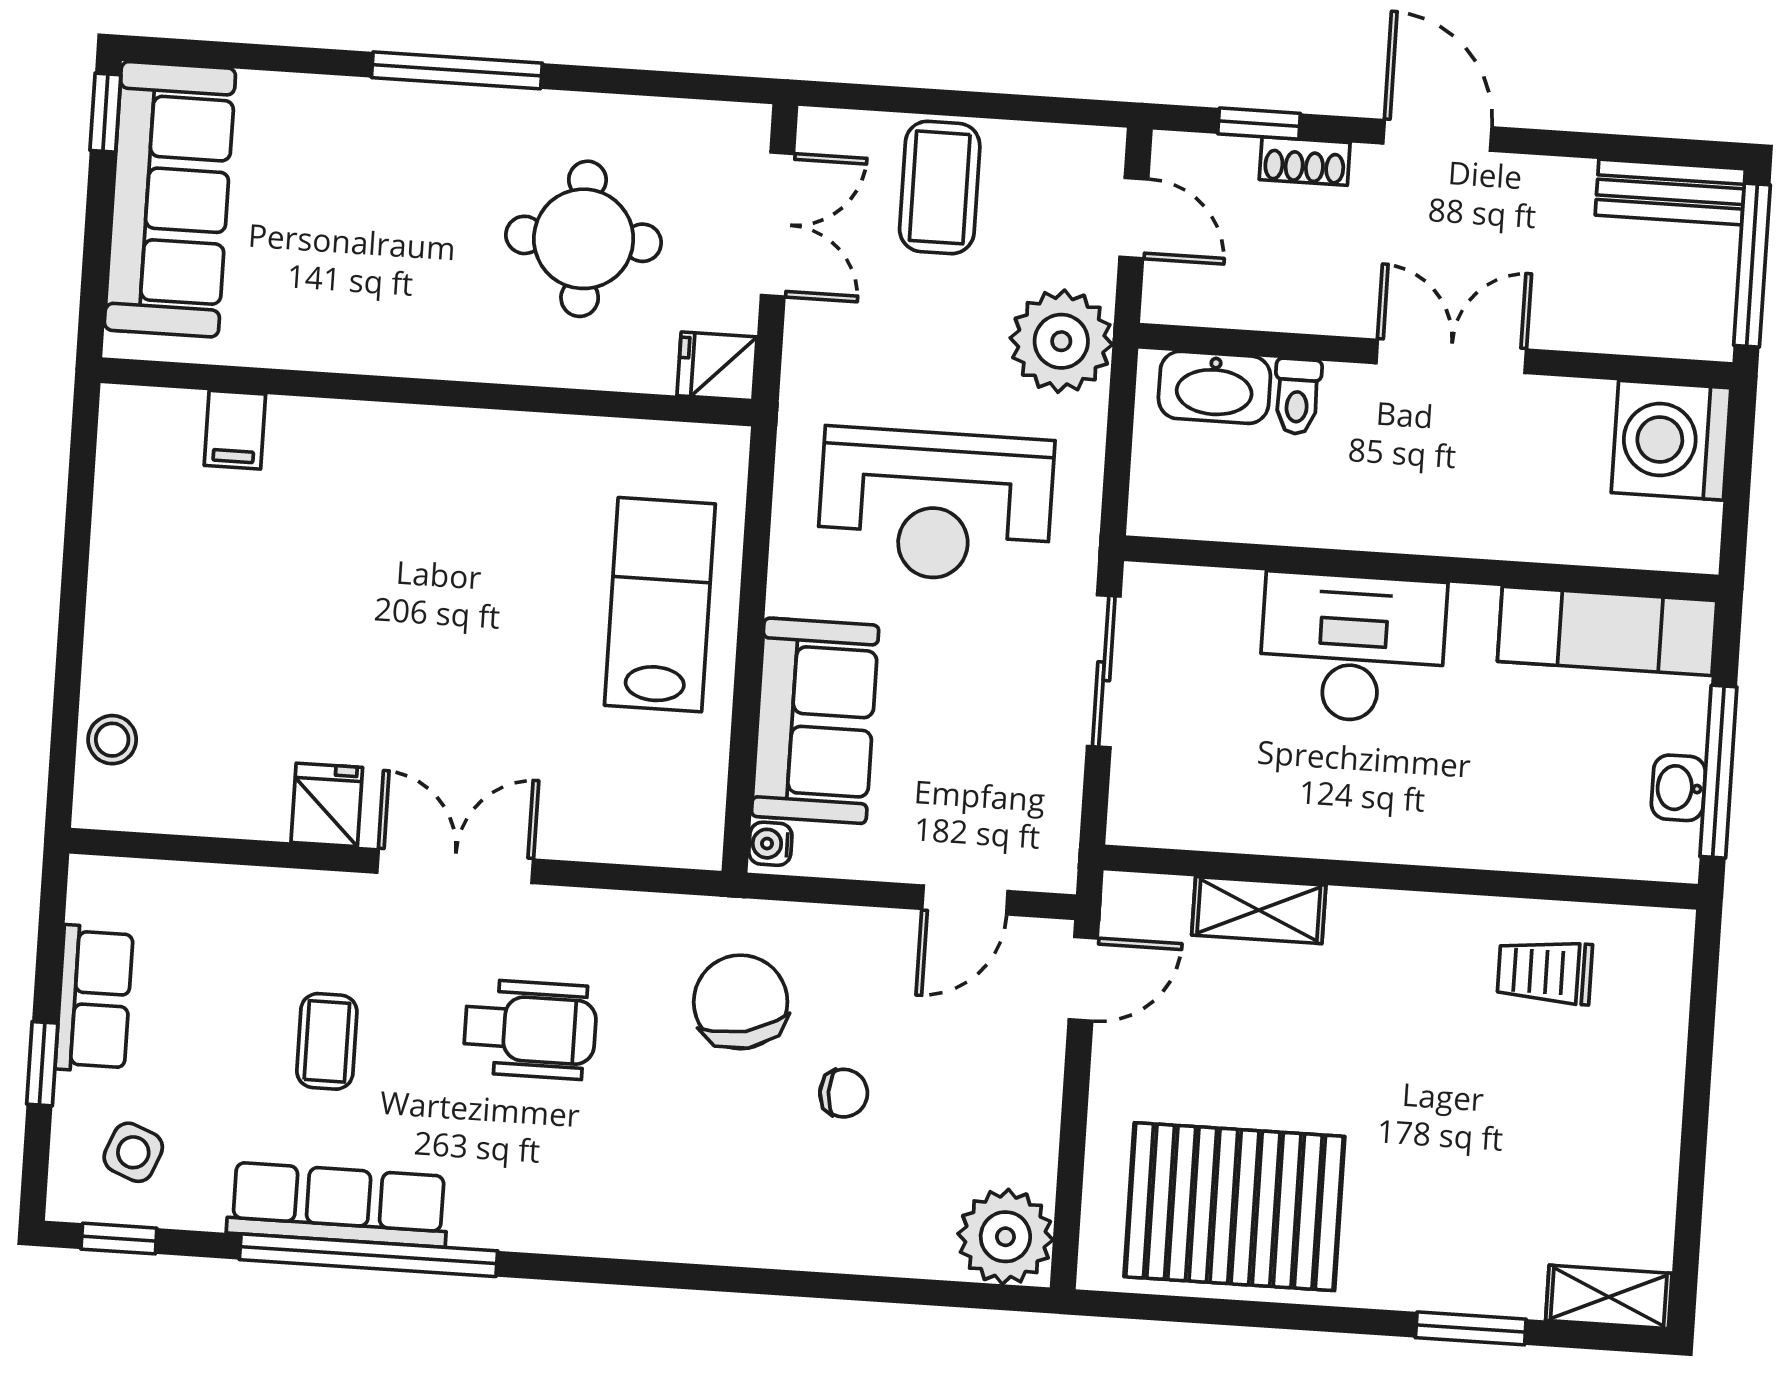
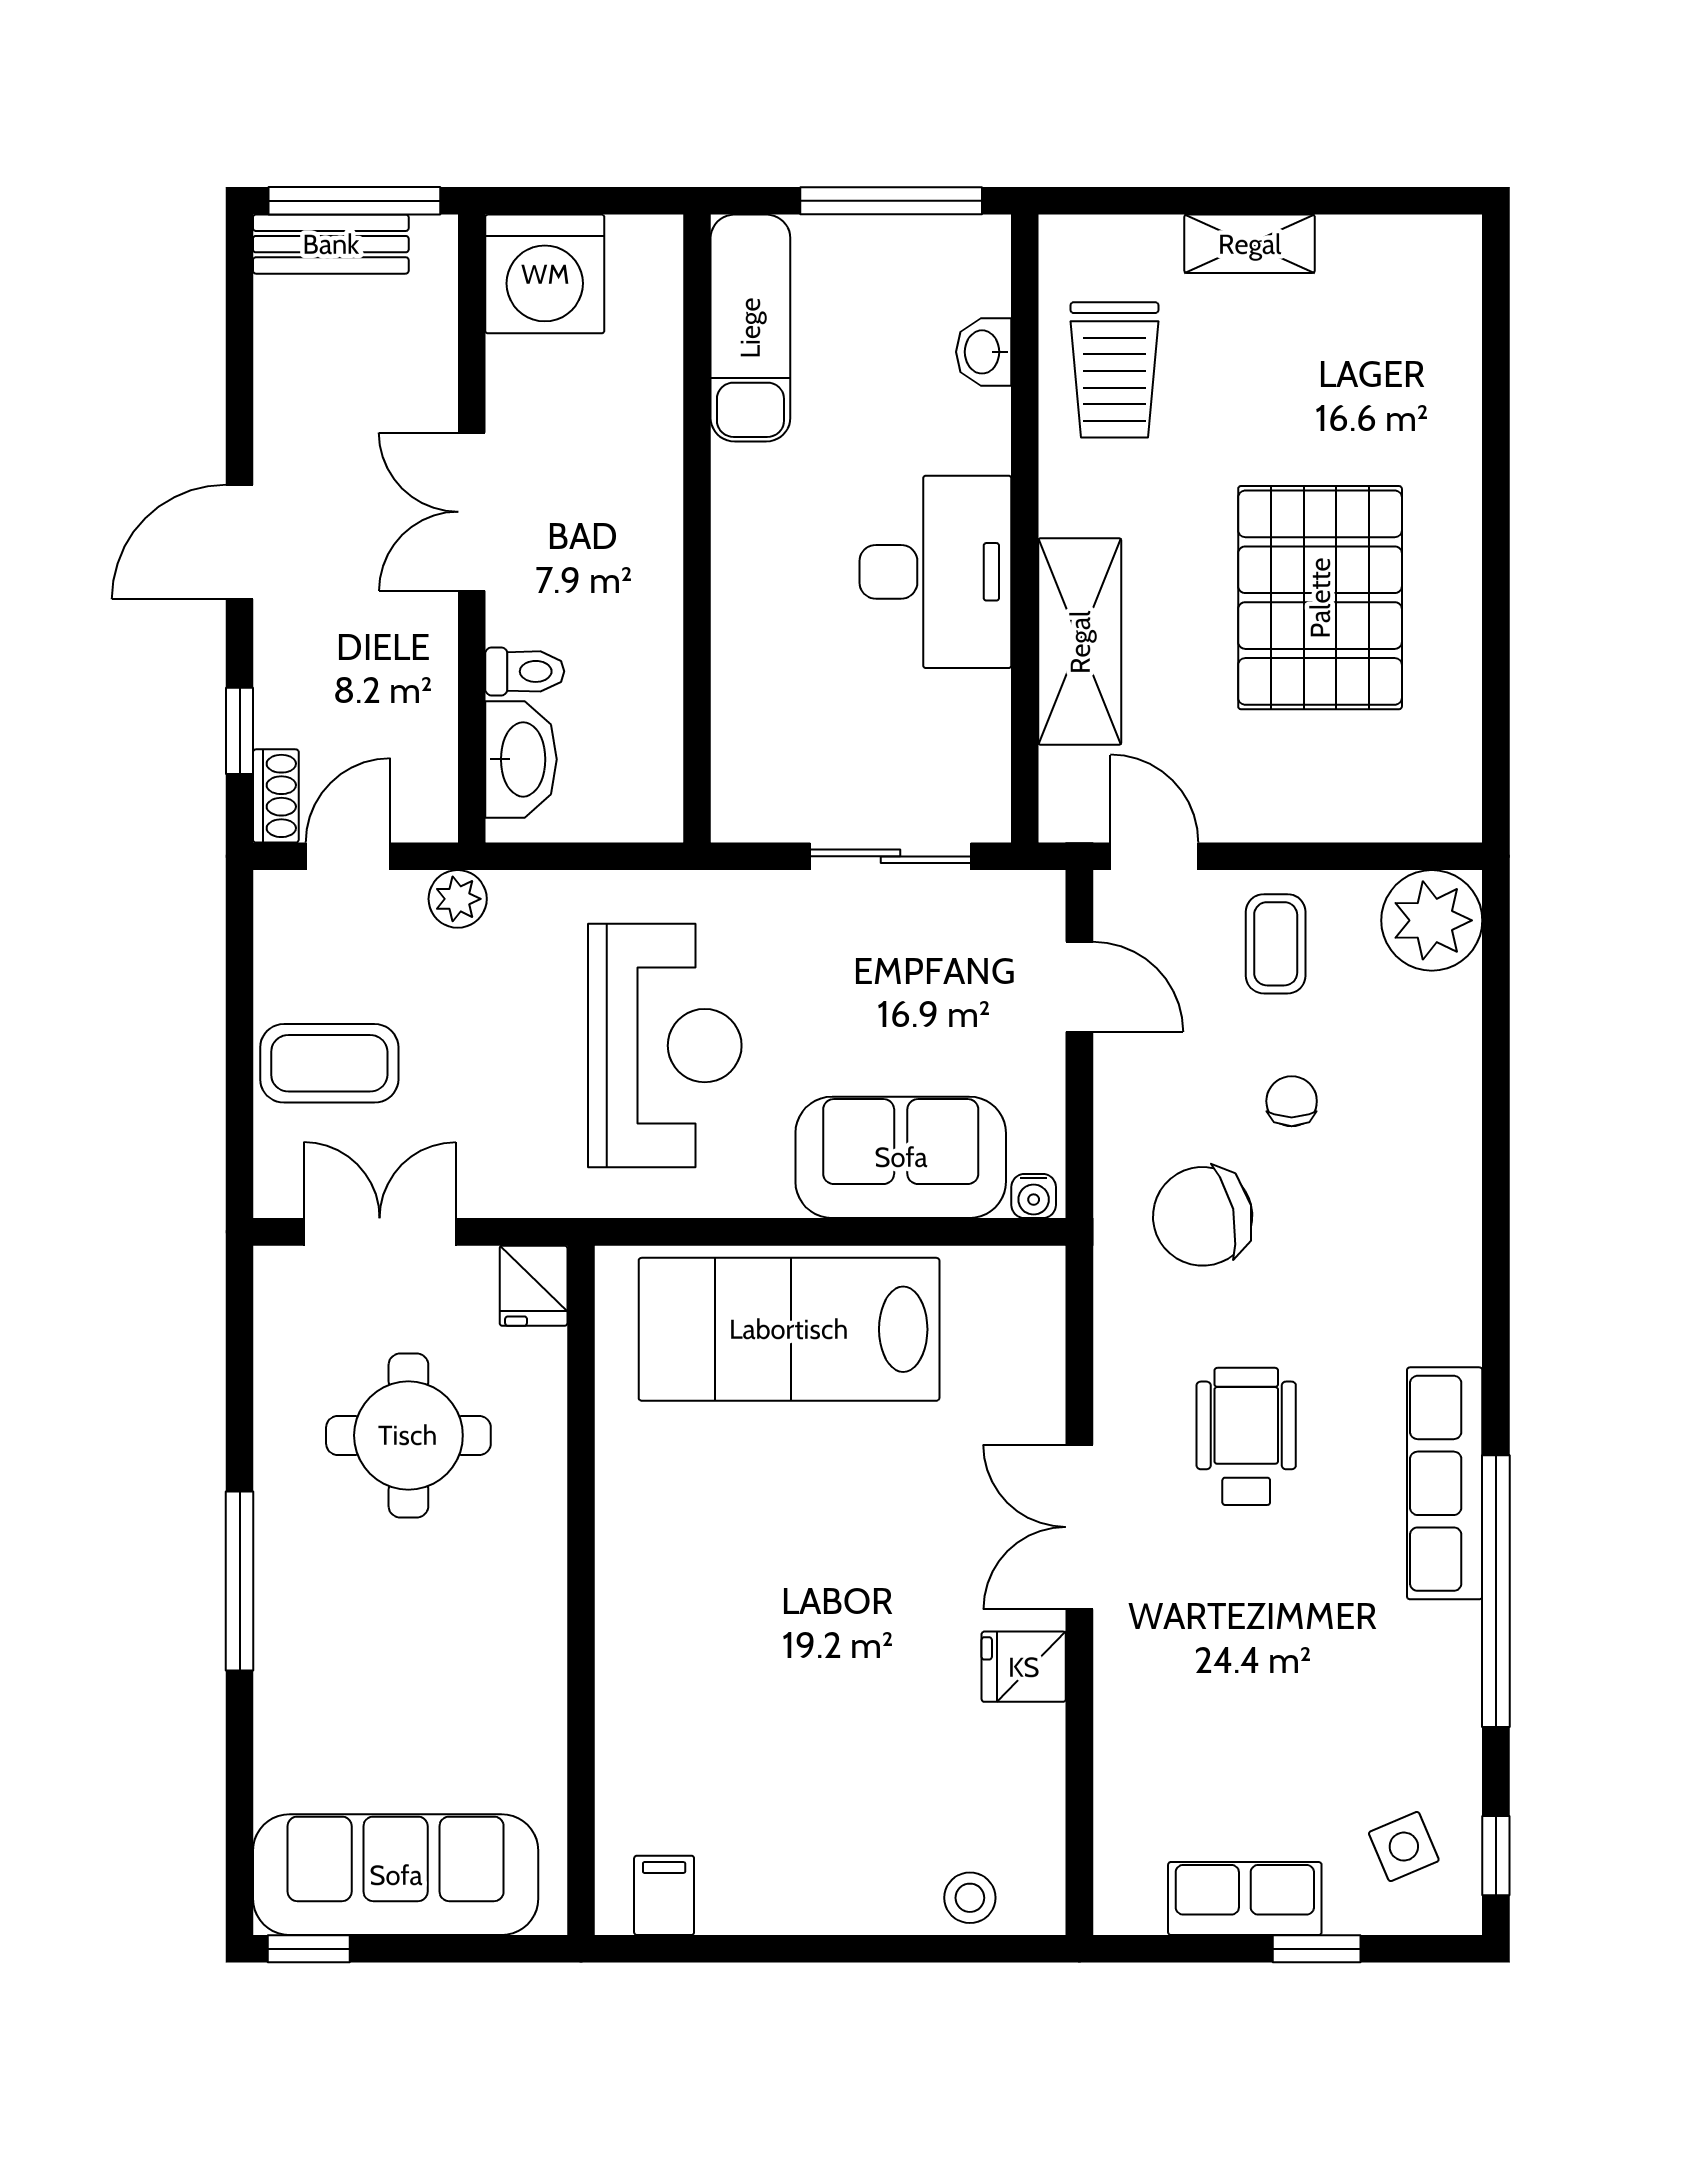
shoe rack: (1305, 161) -> (276, 796), moved
bench: (1670, 192) -> (331, 244), moved, turned 90
plant: (1061, 341) -> (458, 899), width x0.53, depth x0.53
filing cabinet: (235, 430) -> (664, 1895), moved, turned -90
lab bench: (660, 605) -> (789, 1329), width x1.36, depth x1.39
desk: (1353, 648) -> (935, 572), moved, turned 180
sliding door: (1104, 671) -> (890, 856), moved
washbasin: (1678, 788) -> (984, 352), moved, turned 90
shelving: (1259, 910) -> (1080, 642), width x1.50, depth x1.33
trolley: (1545, 972) -> (1115, 370), width x1.36, depth x1.39
coffee table: (327, 1041) -> (1276, 944), moved, turned 90
side table: (133, 1152) -> (1404, 1847), turned 45
row of seats: (338, 1205) -> (1445, 1483), moved
pallet: (1234, 1207) -> (1320, 598), moved
shelving: (1609, 1297) -> (1250, 244), moved, turned 90
window: (1471, 1328) -> (1496, 423), removed

